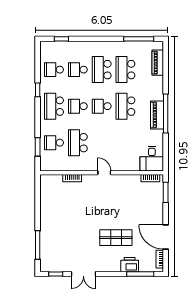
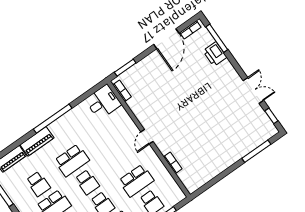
school desk: (125, 70) -> (38, 184), width x0.54
piano: (157, 115) -> (37, 141), moved
shop shelf: (116, 238) -> (199, 84), removed

